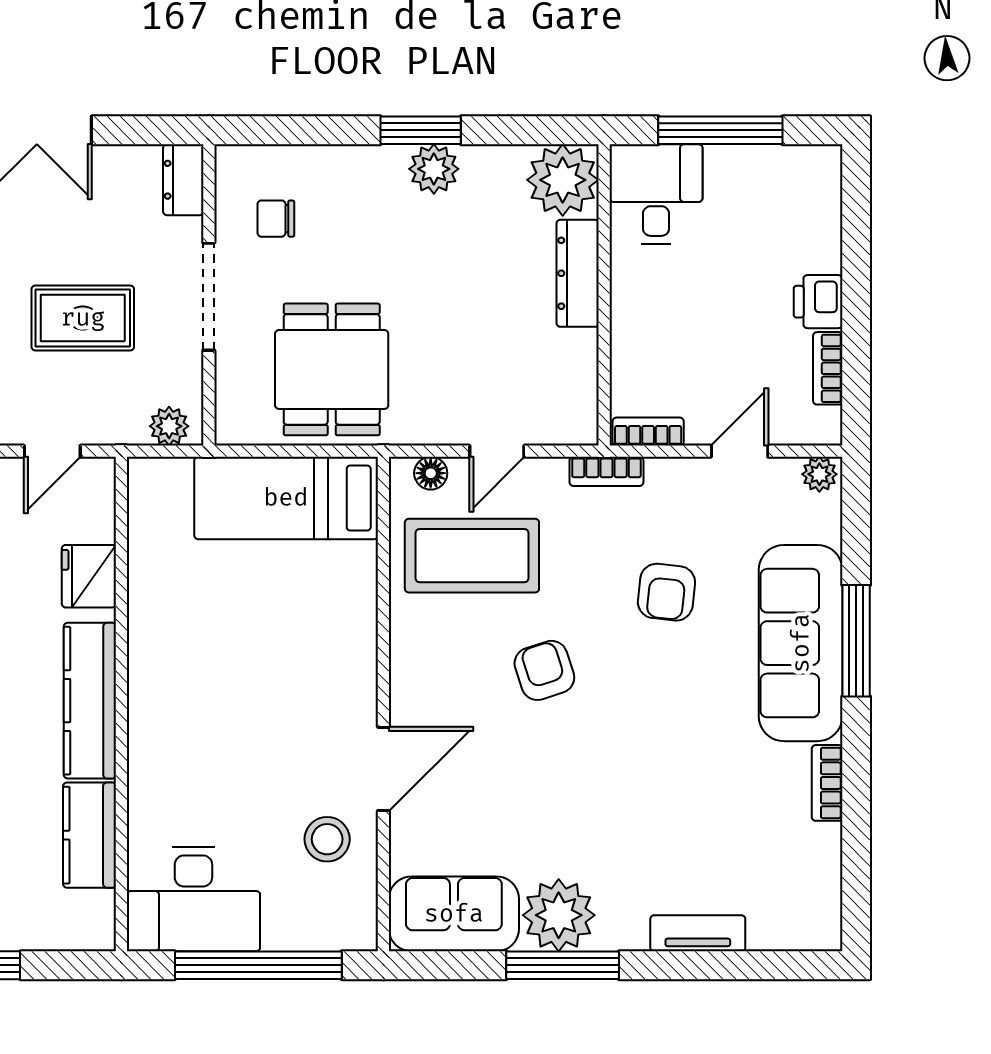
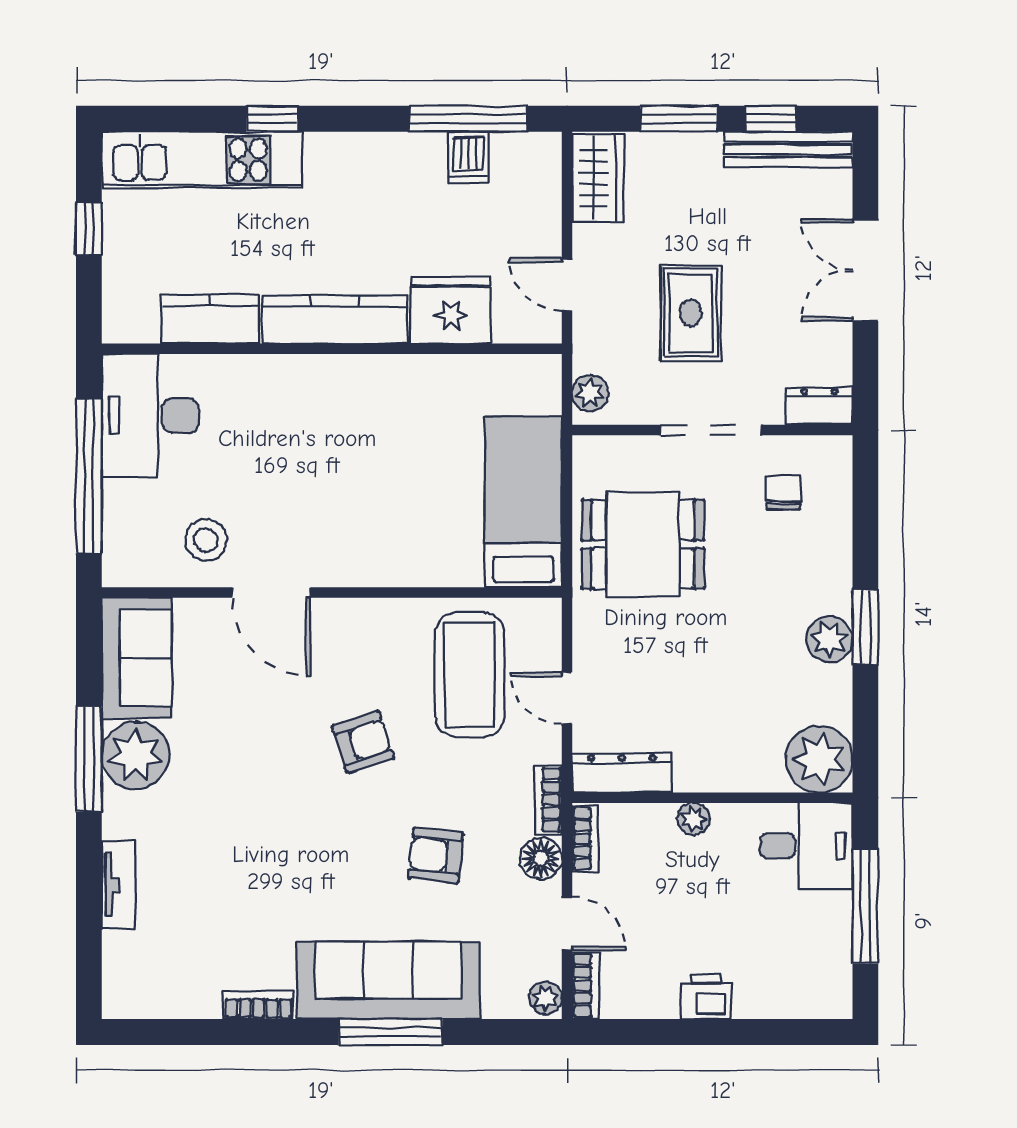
dresser: (578, 273) -> (622, 773), moved
plant: (627, 315) -> (694, 819), added
bookcase: (828, 368) -> (586, 985), moved, turned 90
floor lamp: (431, 473) -> (541, 858), moved, width x1.37, depth x1.37
fridge: (89, 576) -> (451, 310), width x1.36, depth x1.34

